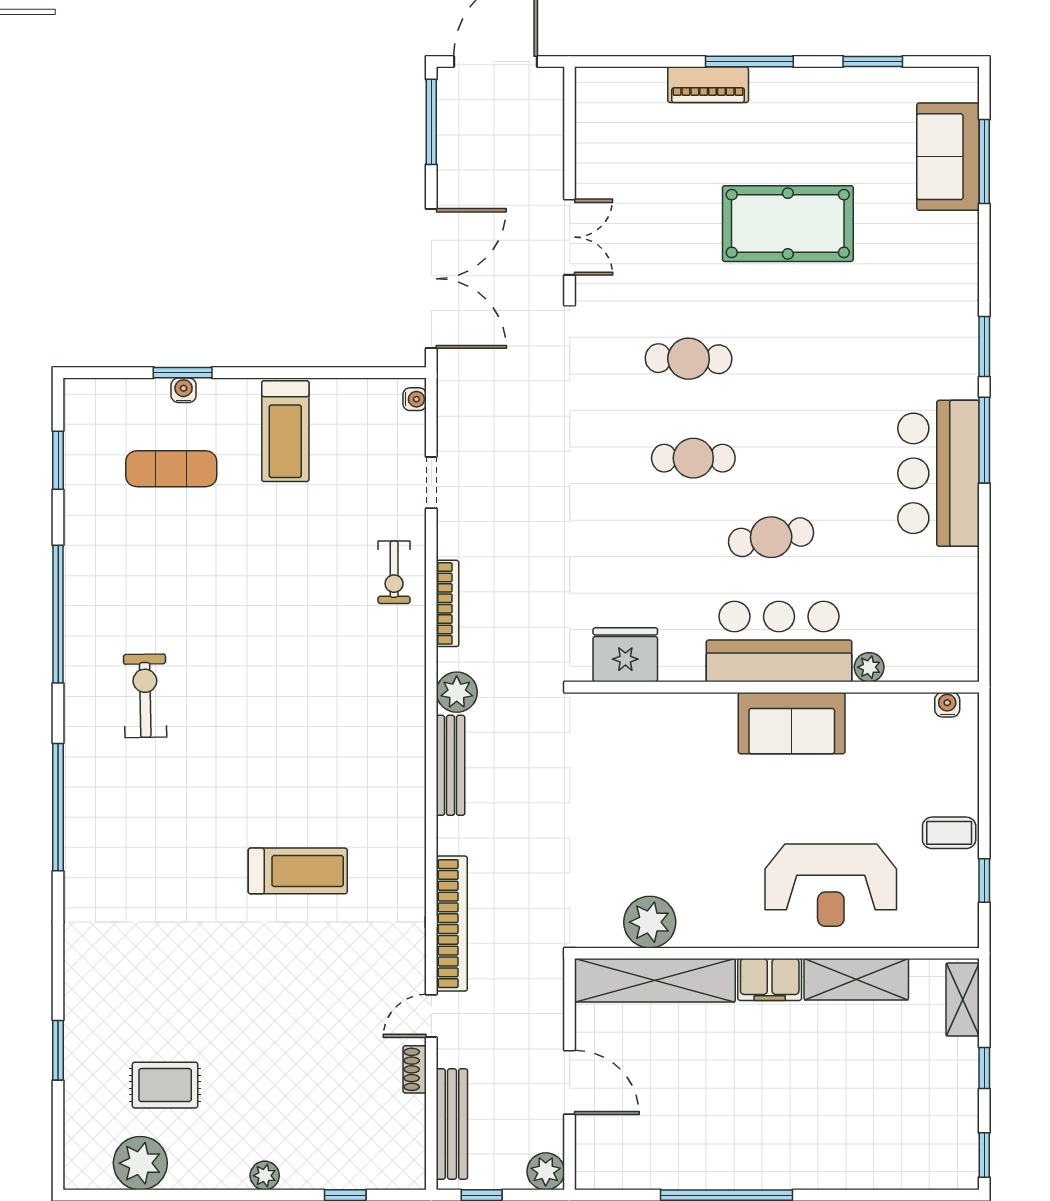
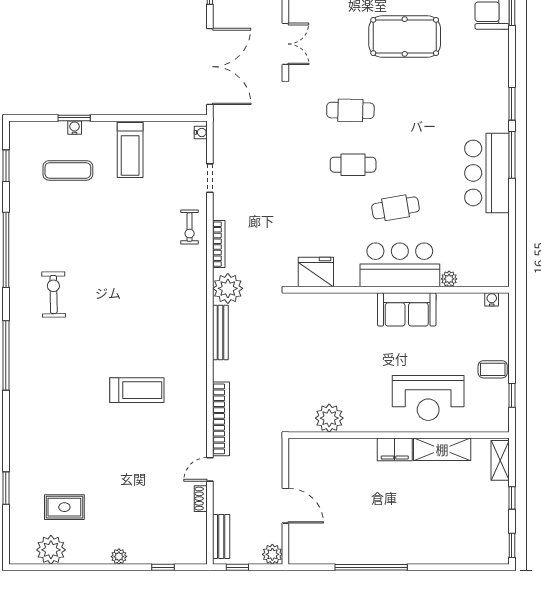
plant: (457, 692) -> (228, 288), width x1.36, depth x1.36
shelving: (655, 980) -> (332, 450), removed
bench: (452, 1124) -> (221, 536), width x0.73

